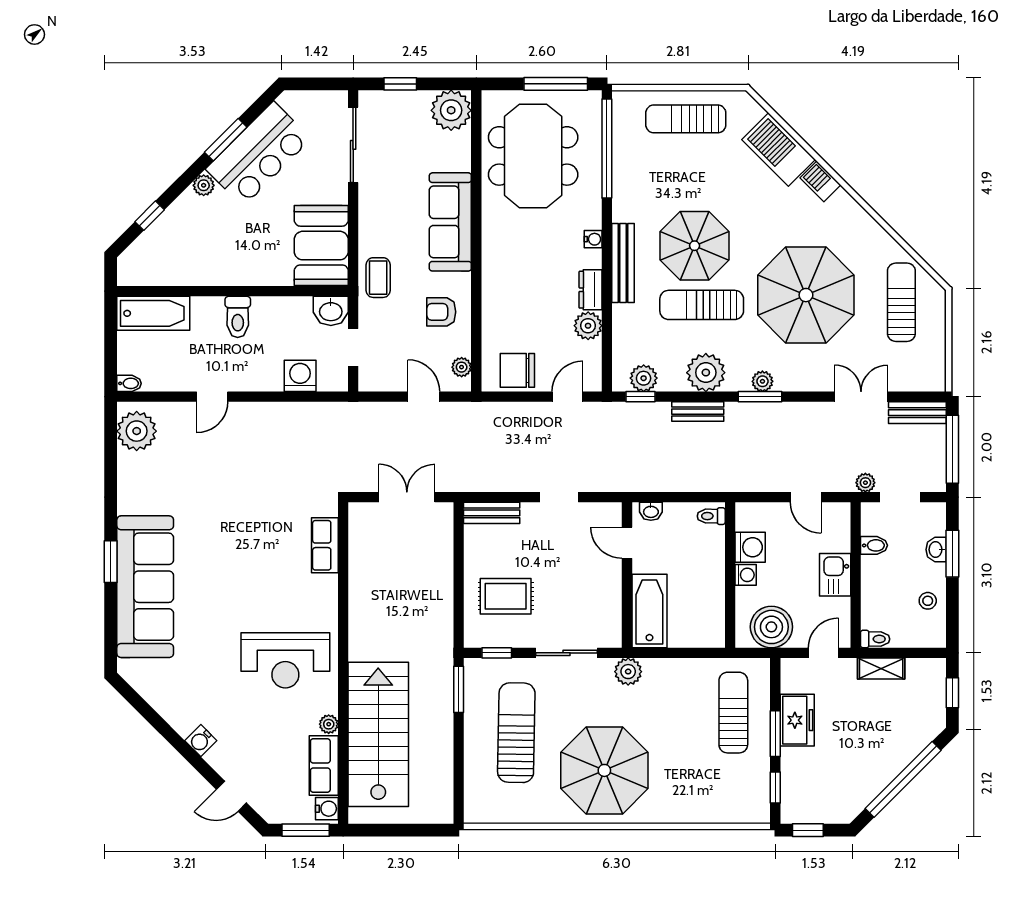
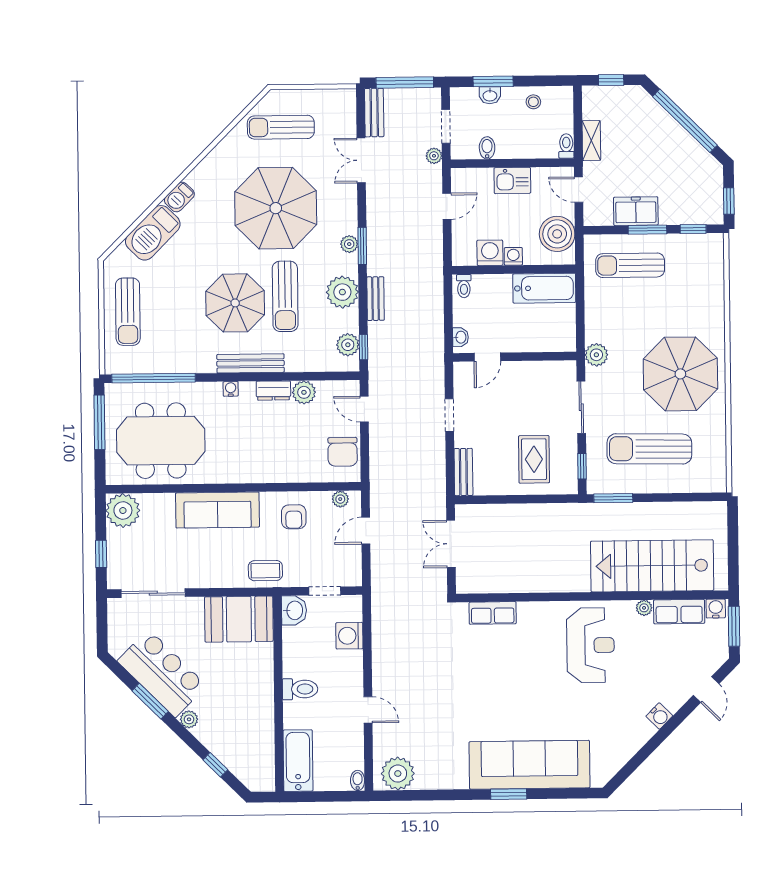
bathtub: (649, 611) -> (544, 288), moved, turned 180

